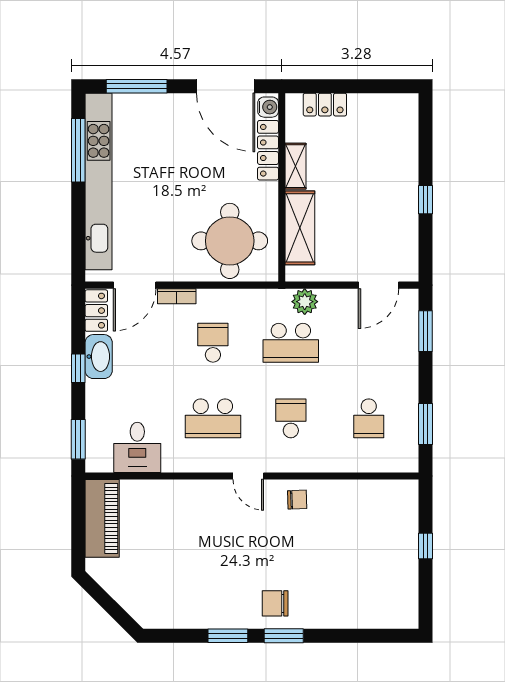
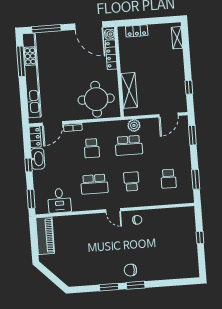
shelving: (296, 166) -> (177, 38), moved
window: (425, 200) -> (189, 87), moved
school desk: (213, 343) -> (92, 148), turned 180

